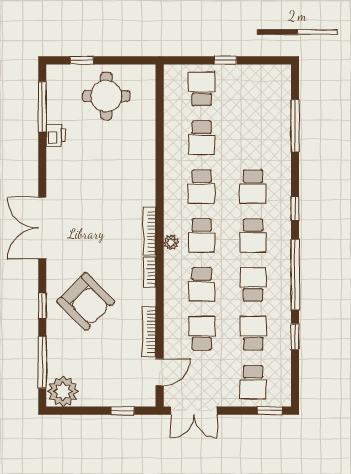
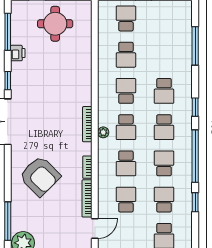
school desk: (202, 187) -> (126, 91), turned 180
bookcase: (150, 272) -> (87, 167), moved
window: (42, 305) -> (8, 81), moved

